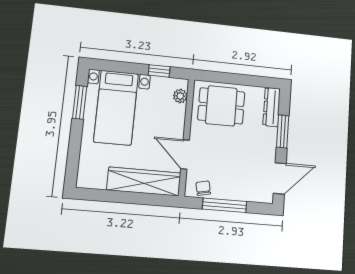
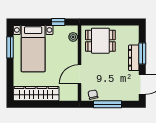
dresser: (272, 107) -> (134, 58), moved
door: (185, 154) -> (80, 74), hinge flipped
wardrobe: (144, 182) -> (36, 94), moved

